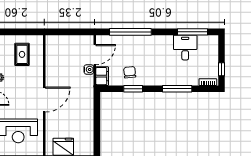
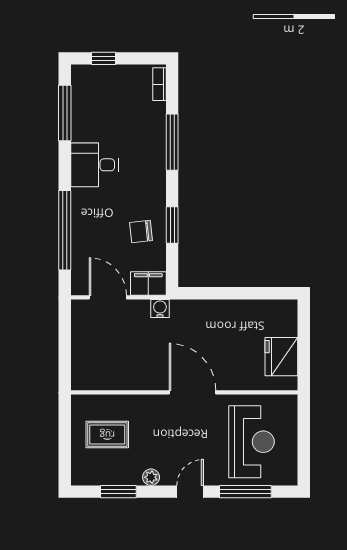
desk: (185, 48) -> (94, 165), moved
water cooler: (89, 69) -> (160, 308), moved
window: (222, 69) -> (104, 58), moved

